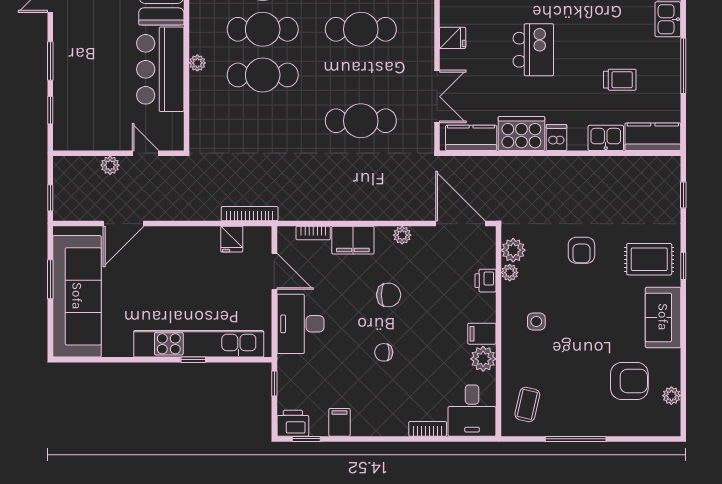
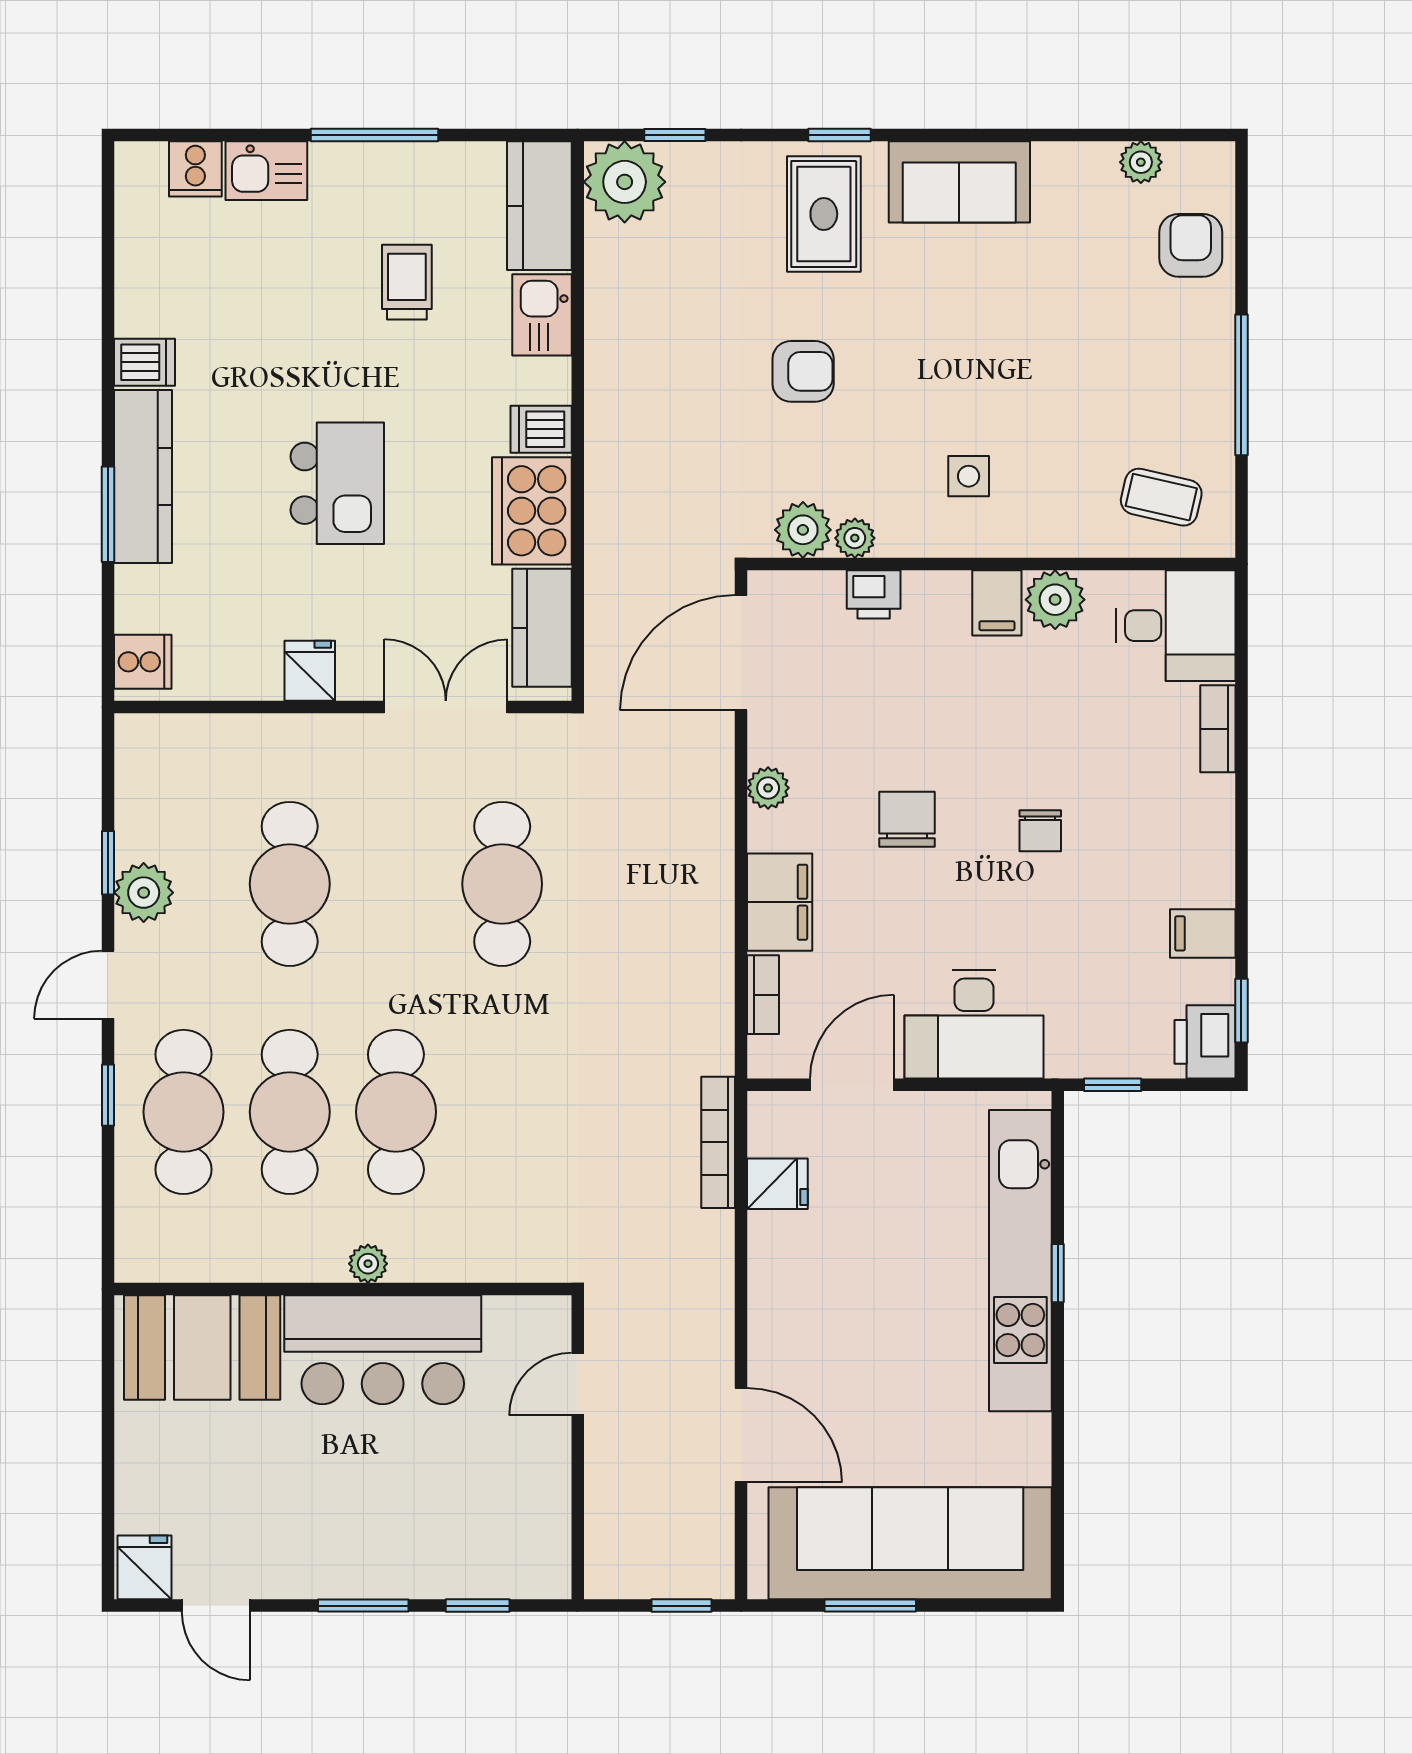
kitchen island: (533, 50) -> (337, 483), turned 90
plant: (110, 165) -> (625, 182), moved, width x1.87, depth x1.87
armchair: (629, 381) -> (1191, 245), moved, width x0.72, depth x0.72

